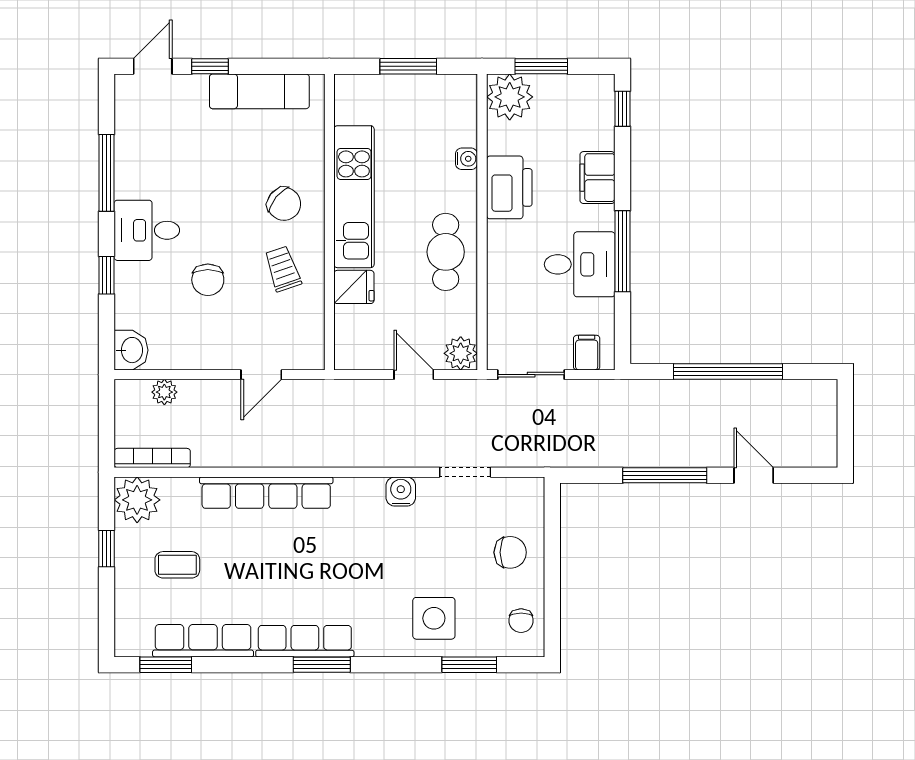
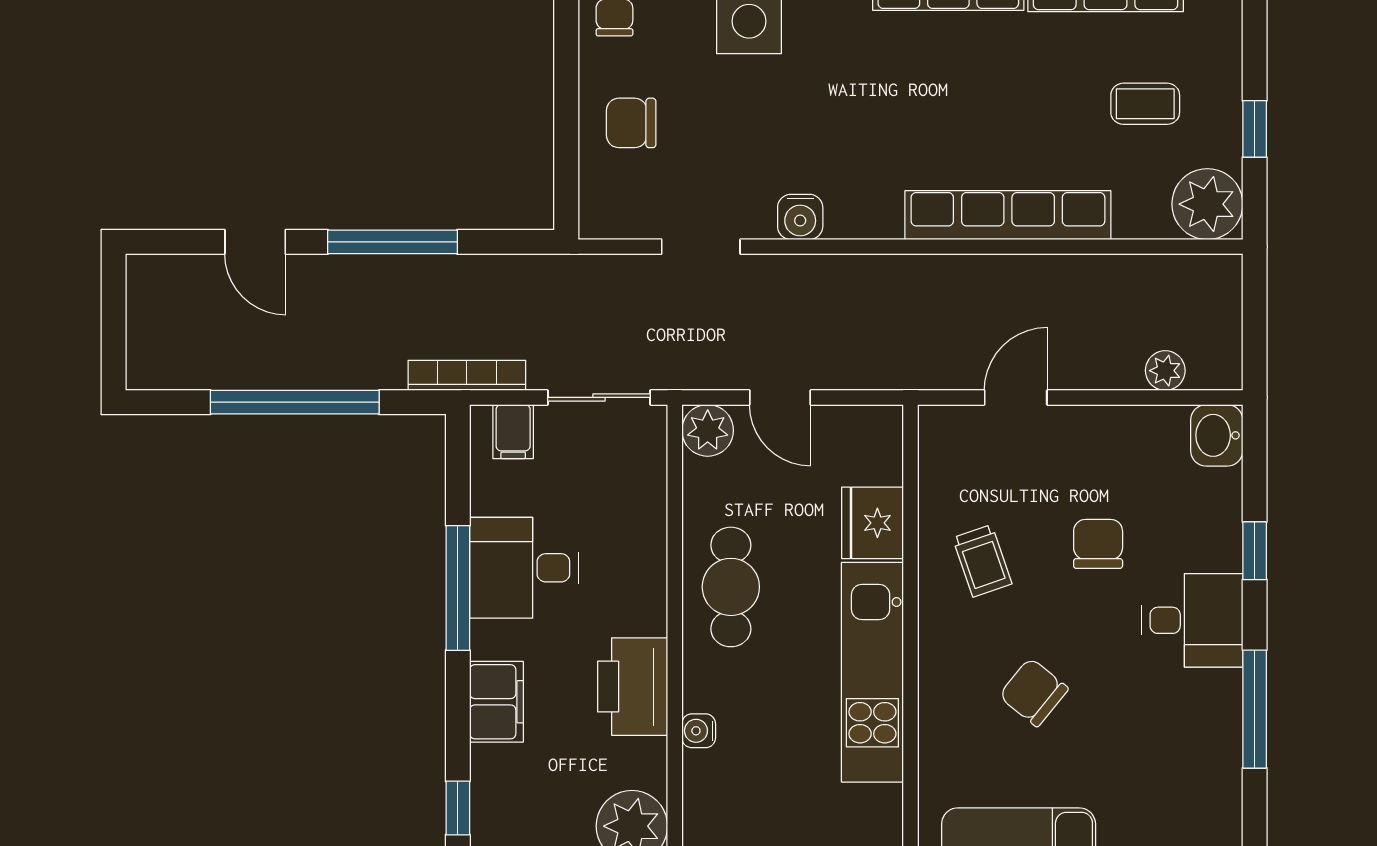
chair: (284, 204) -> (1034, 692), moved
fridge: (354, 287) -> (872, 523), width x1.38
bookcase: (152, 458) -> (467, 375), moved, turned 180

